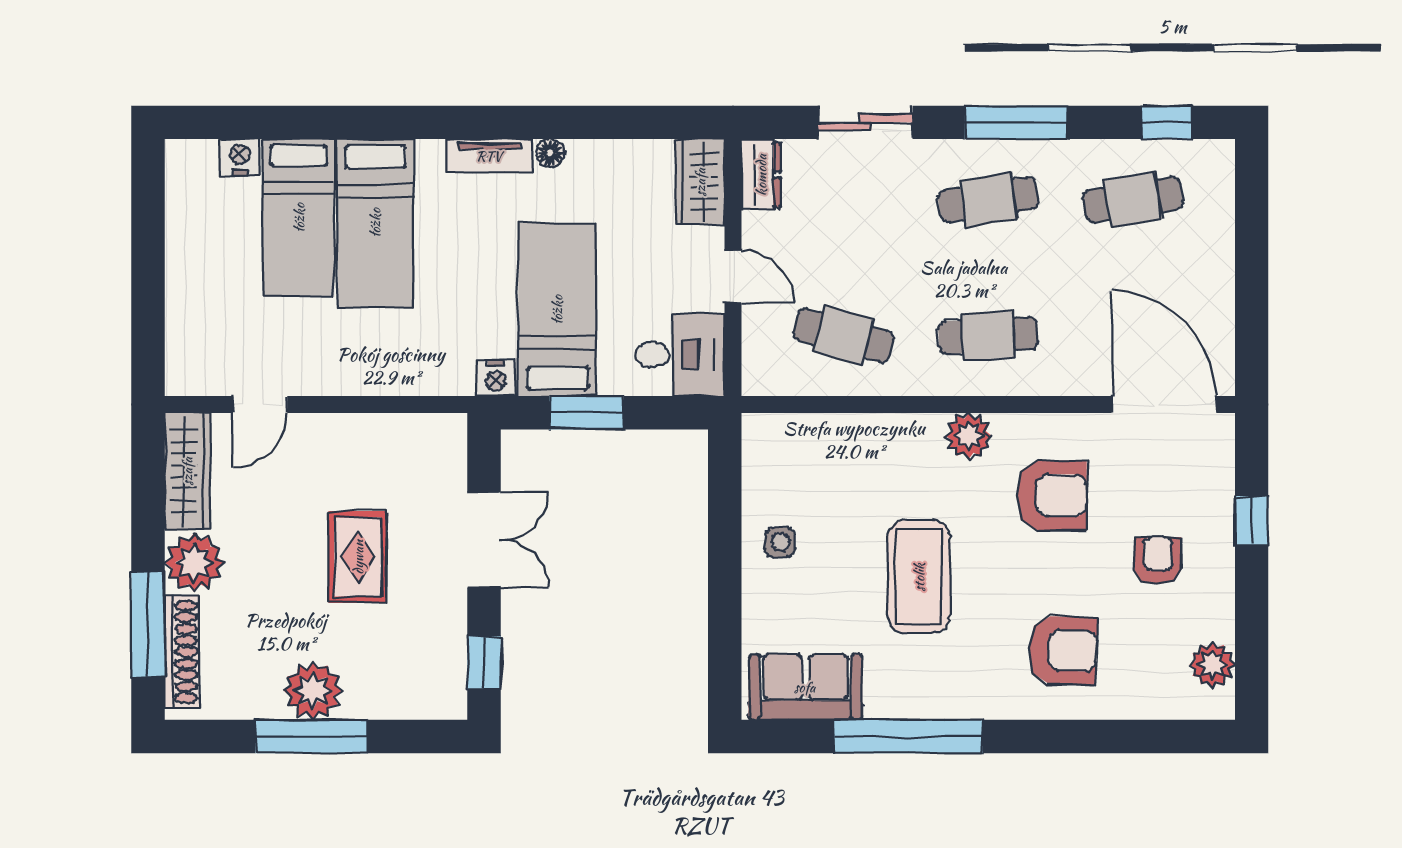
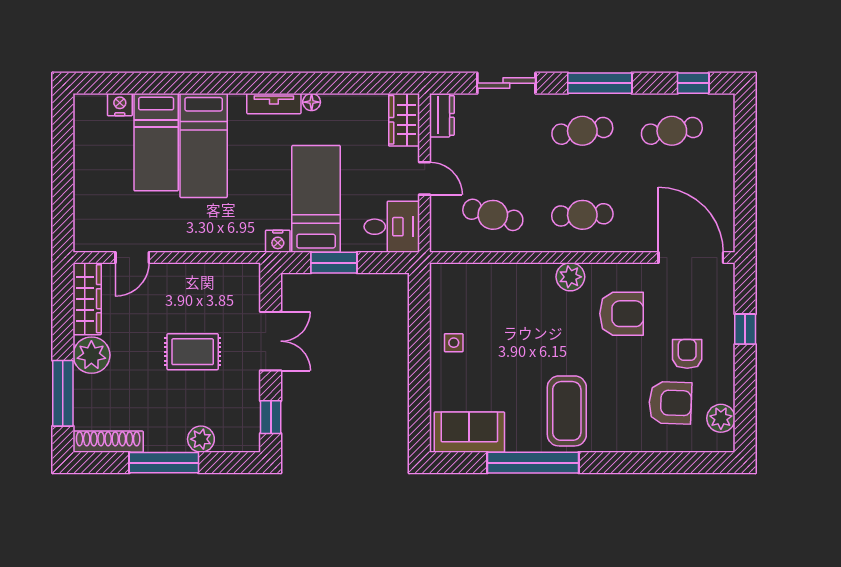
rug: (358, 557) -> (193, 352), turned 90
coffee table: (919, 577) -> (567, 411), moved
armchair: (1063, 650) -> (670, 403), moved
shoe rack: (182, 652) -> (108, 442), moved, turned -90
plant: (313, 691) -> (201, 439), moved, width x0.73, depth x0.73

